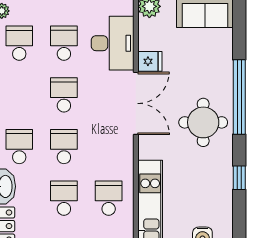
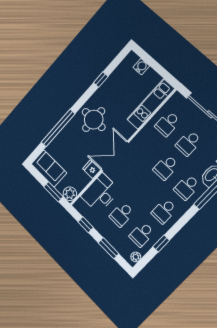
school desk: (64, 95) -> (164, 211), moved
window: (239, 97) -> (58, 128), moved

